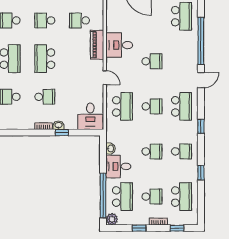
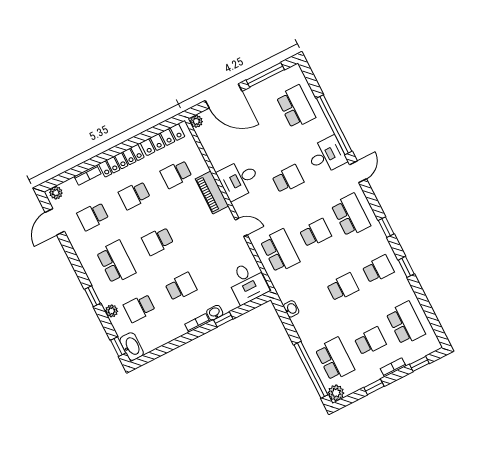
school desk: (45, 59) -> (158, 241), width x0.54
desk: (118, 166) -> (327, 155), moved, turned 180
window: (201, 173) -> (406, 267), moved

